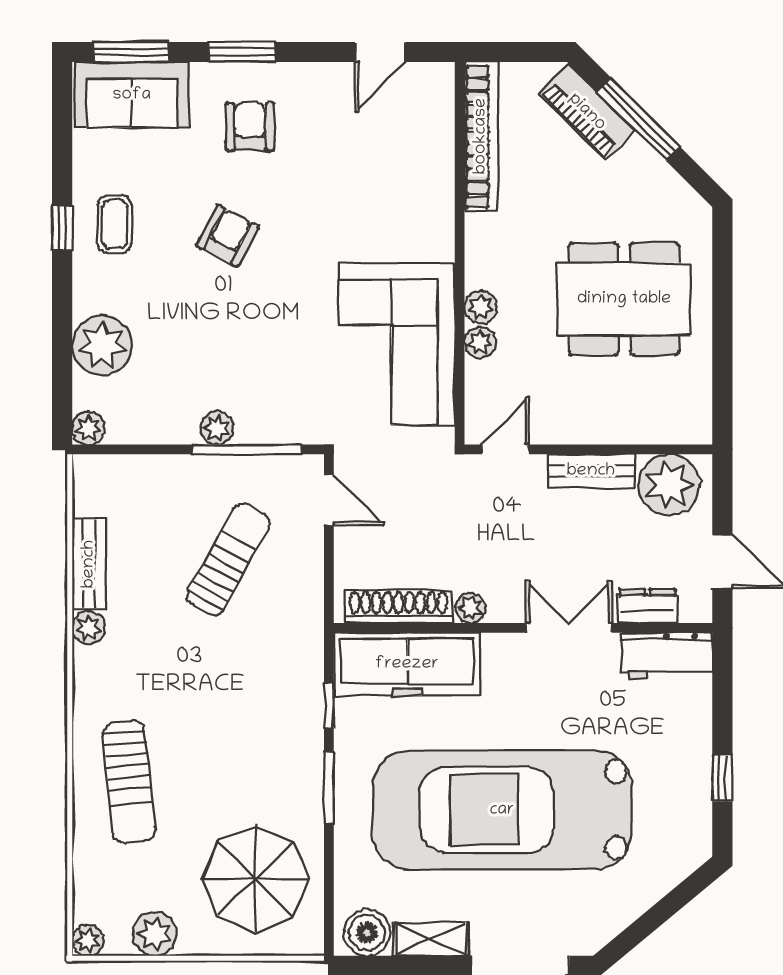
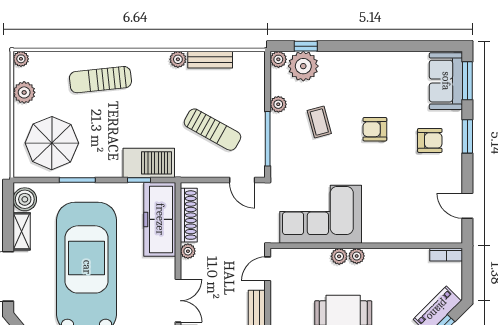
bookcase: (481, 136) -> (446, 255), width x0.43, depth x0.76
coffee table: (114, 224) -> (319, 122), moved, turned 75
window: (62, 228) -> (306, 46), moved
armchair: (228, 236) -> (375, 129), turned 152
plant: (480, 342) -> (357, 256), moved
plant: (102, 345) -> (303, 66), moved
plant: (217, 428) -> (278, 104), moved
door: (506, 449) -> (268, 269), swing flipped
door: (329, 500) -> (242, 180), hinge flipped
barbecue: (295, 686) -> (149, 163), added
window: (329, 788) -> (77, 180), moved

